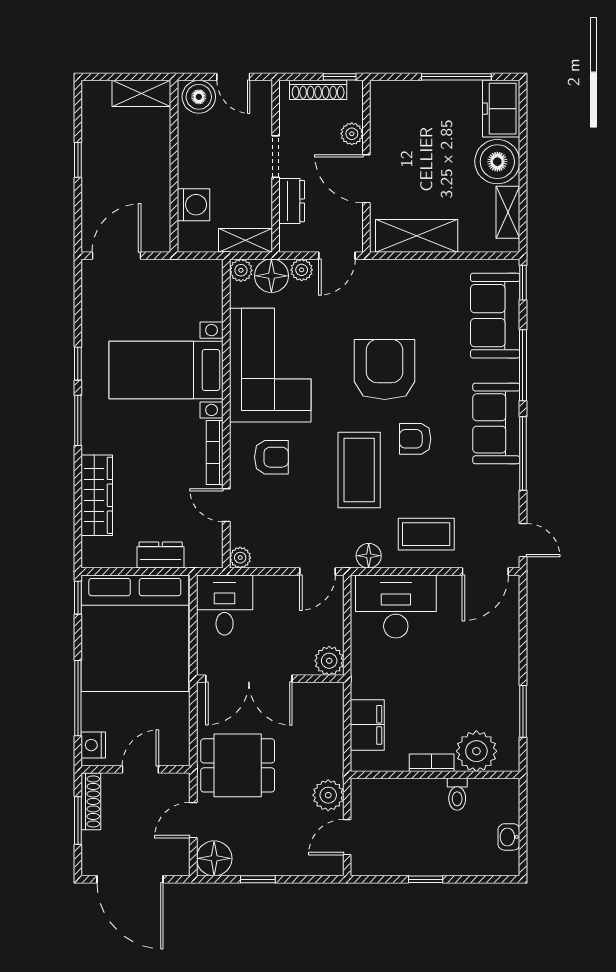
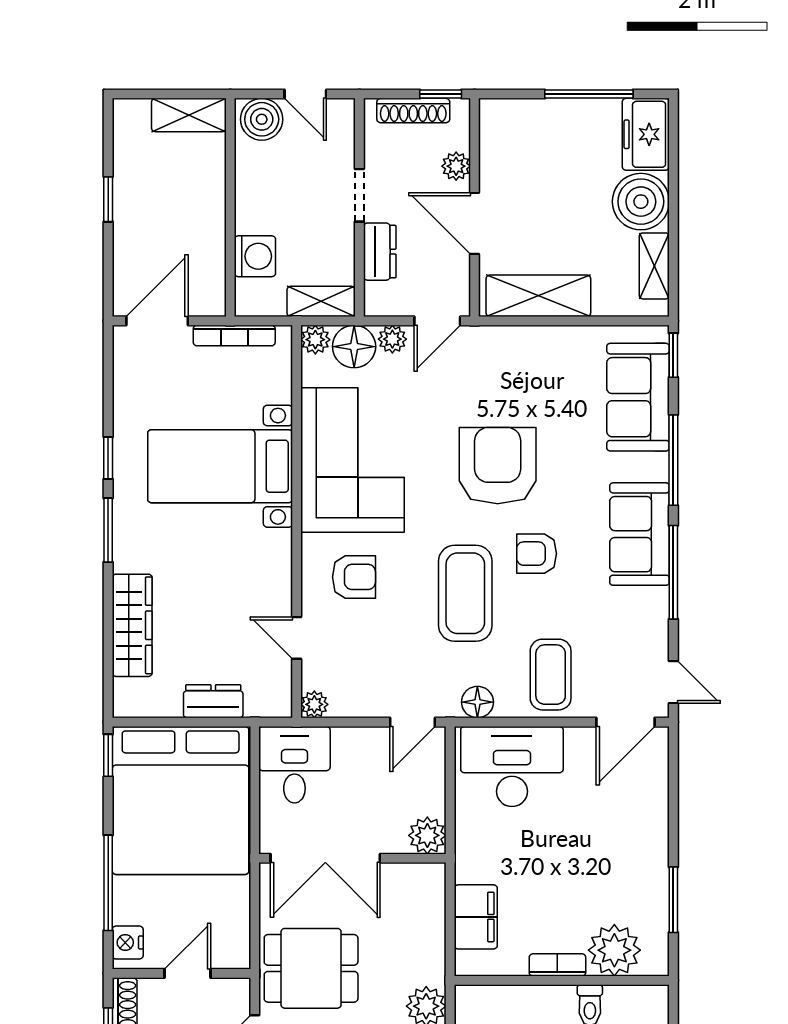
bookcase: (215, 452) -> (234, 336), moved, turned -90
coffee table: (426, 534) -> (551, 675), turned 90

